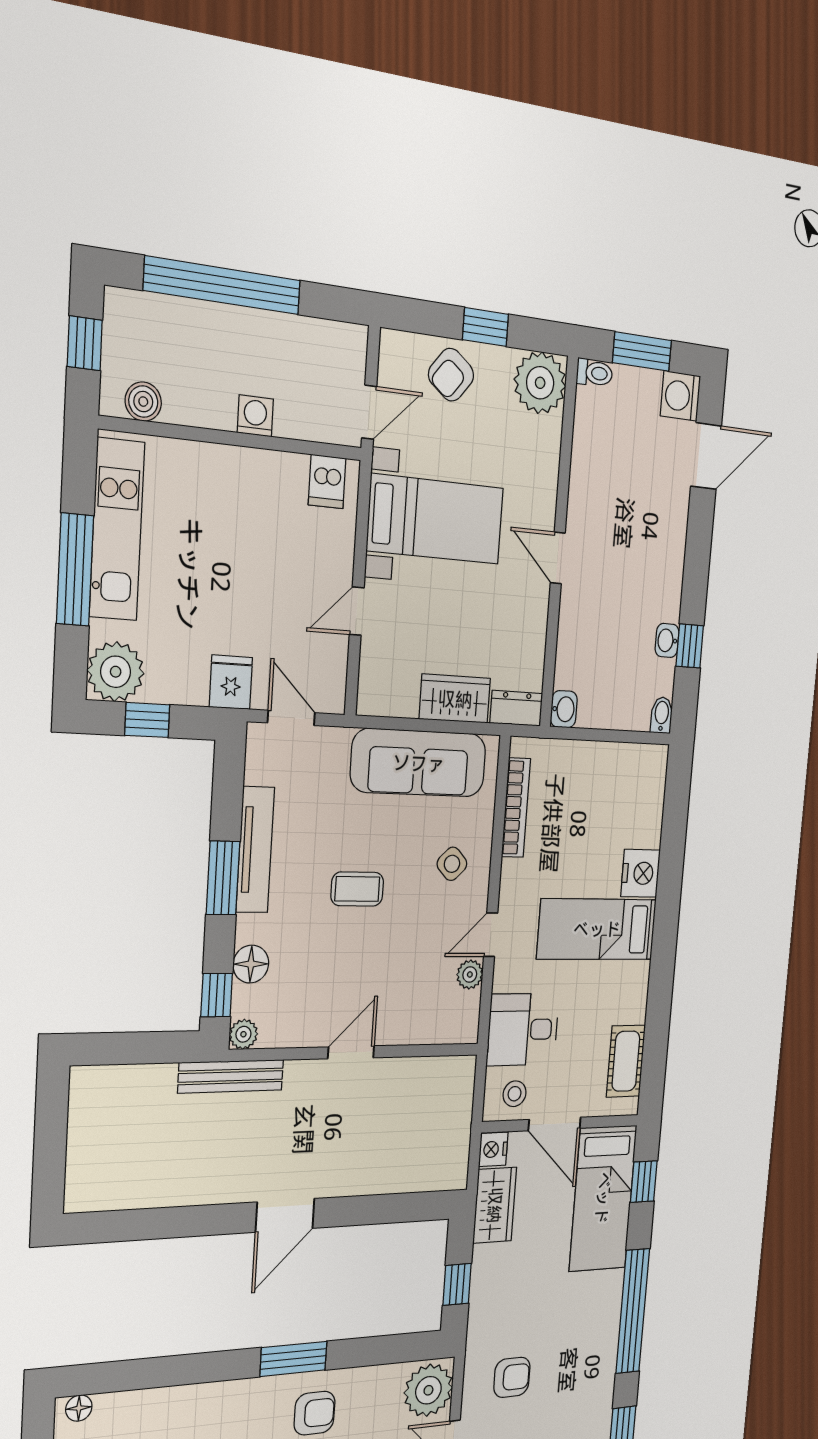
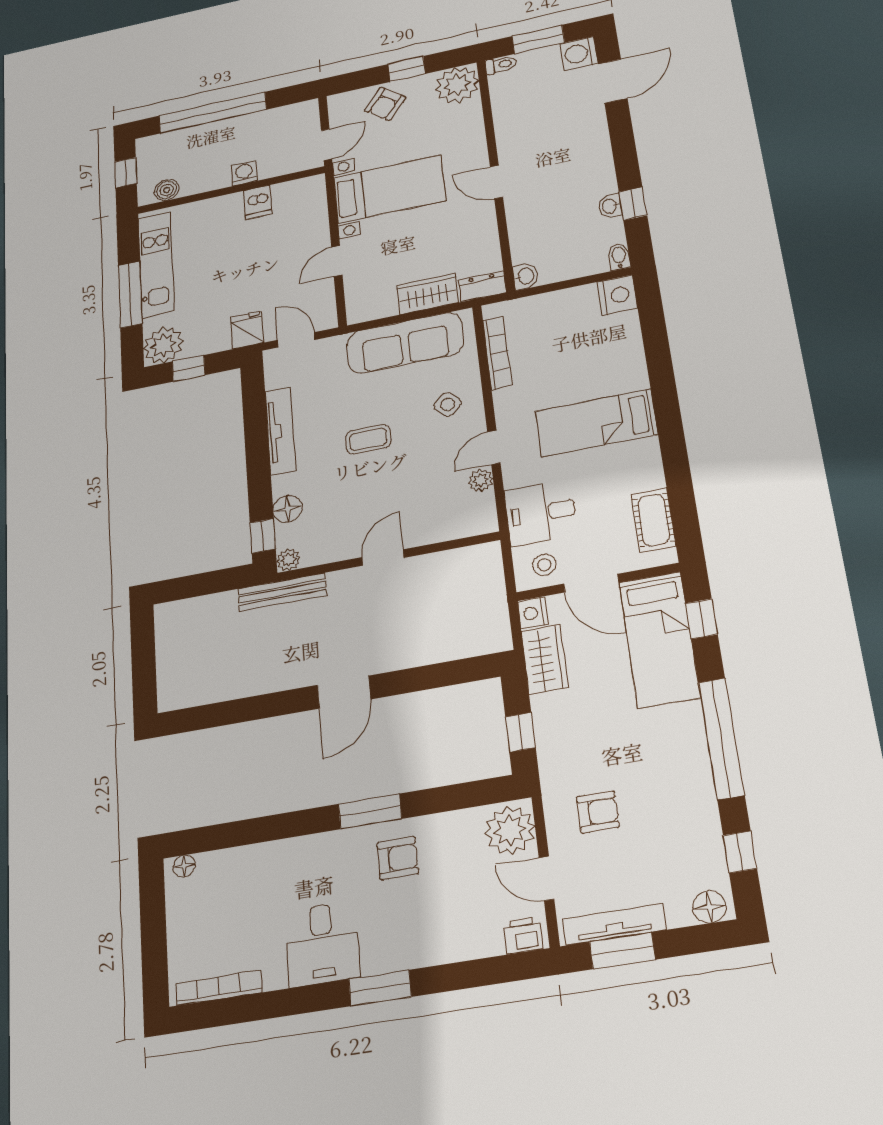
dishwasher: (327, 482) -> (258, 202), moved
nightstand: (640, 873) -> (617, 295), moved
window: (223, 878) -> (257, 455), removed

